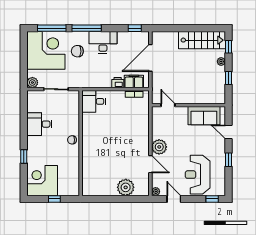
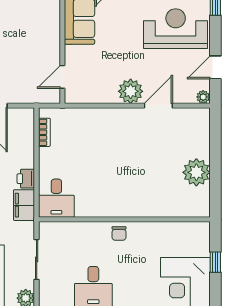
filing cabinet: (134, 82) -> (24, 205), moved
printer: (118, 83) -> (26, 179), moved
reception desk: (198, 175) -> (176, 29), turned 180
plant: (126, 187) -> (196, 172), moved

